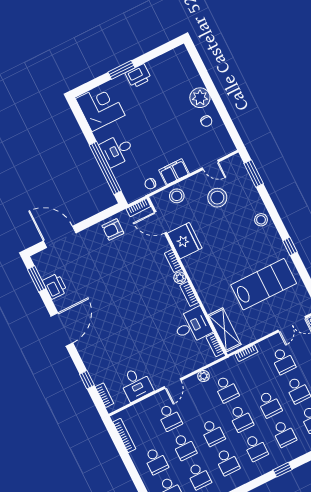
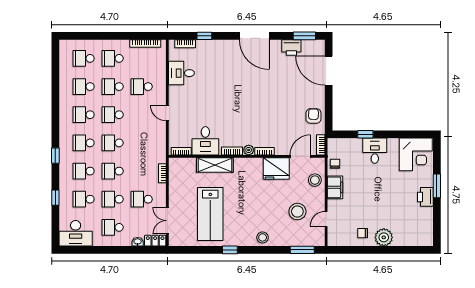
window: (105, 168) -> (365, 134), width x0.32
door: (60, 237) -> (329, 71), swing flipped
shelving: (225, 330) -> (215, 165), moved
plant: (204, 376) -> (161, 130), removed
door: (173, 384) -> (167, 113), moved
school desk: (226, 389) -> (142, 143), removed

